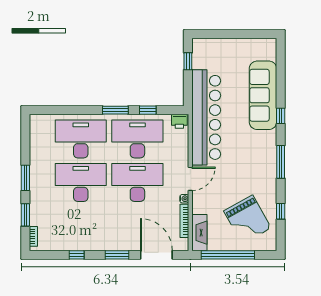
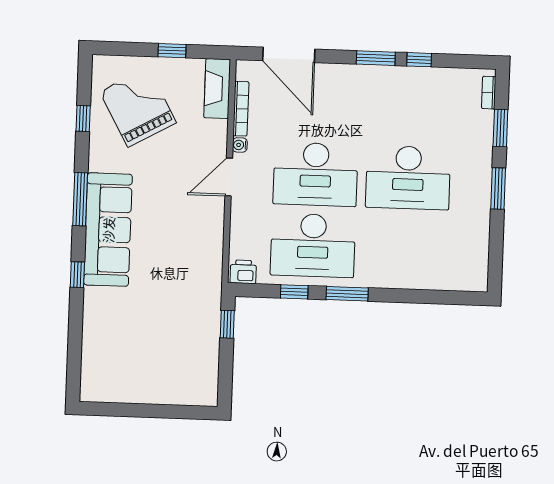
window: (188, 61) -> (227, 324), moved
sofa: (263, 95) -> (108, 230), moved
bar counter: (206, 117) -> (199, 276), removed
desk: (81, 139) -> (405, 249), removed
window: (117, 255) -> (376, 58), moved
window: (228, 255) -> (172, 51), width x0.32

